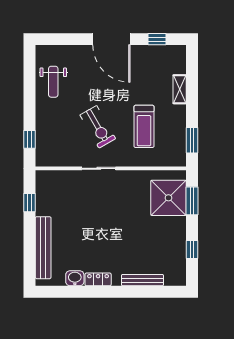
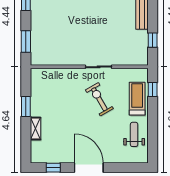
treadmill: (144, 126) -> (137, 99), moved
window: (192, 140) -> (26, 106), moved
shower: (168, 198) -> (44, 44), removed

